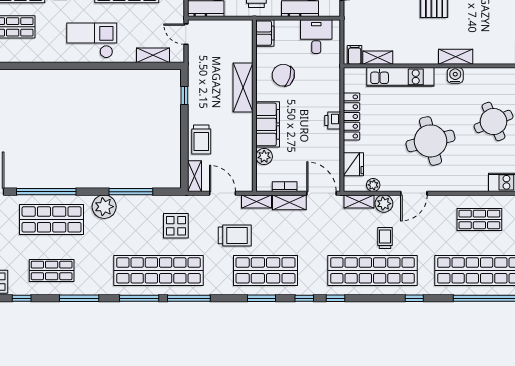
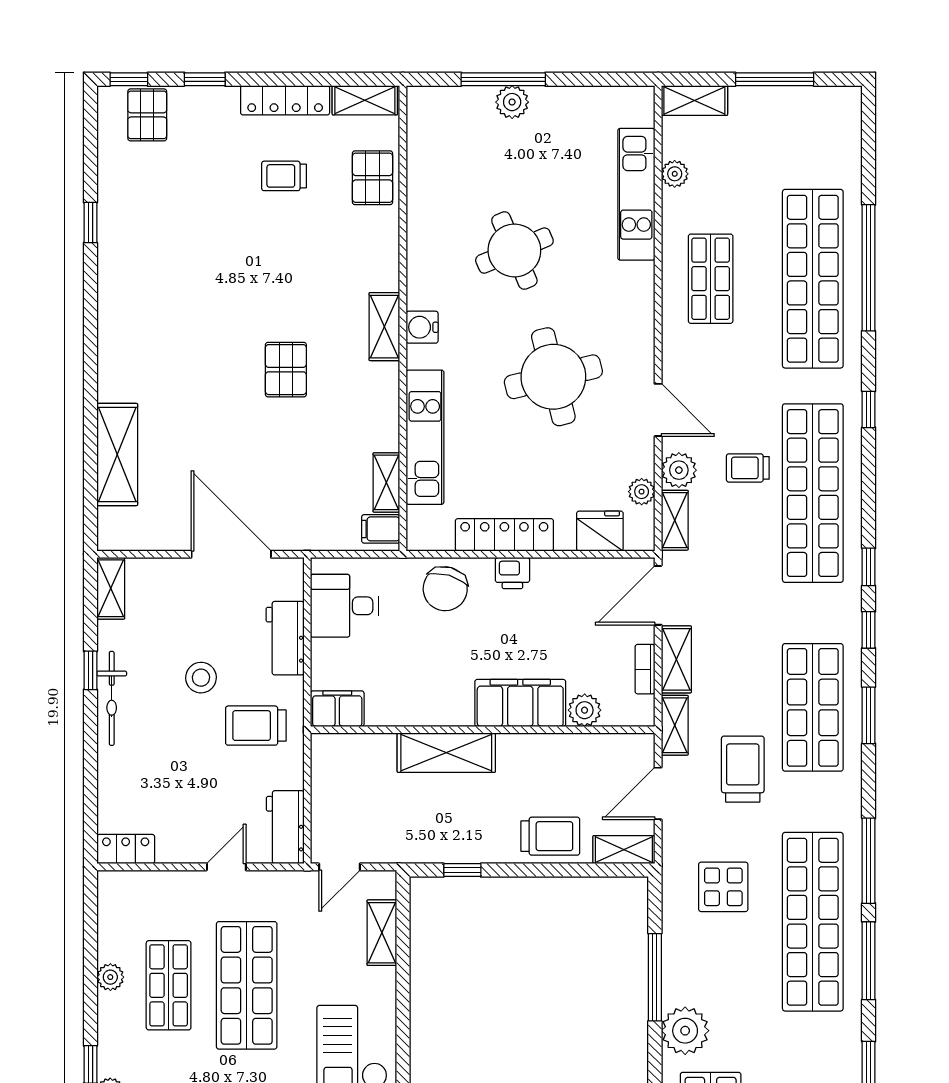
chair: (283, 75) -> (445, 589), moved

